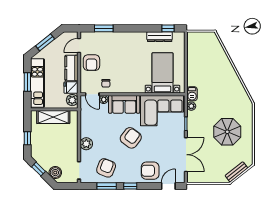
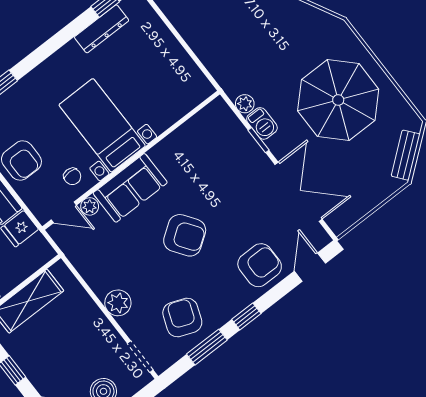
bed with nightstands: (162, 73) -> (102, 125), moved
barbecue: (192, 94) -> (262, 123), moved
plant: (72, 100) -> (38, 248), removed
corner sofa: (162, 111) -> (201, 149), removed
parasol: (227, 132) -> (338, 100), width x1.36, depth x1.36
armchair: (131, 138) -> (185, 235), turned 108
armchair: (150, 171) -> (260, 265), turned 180

